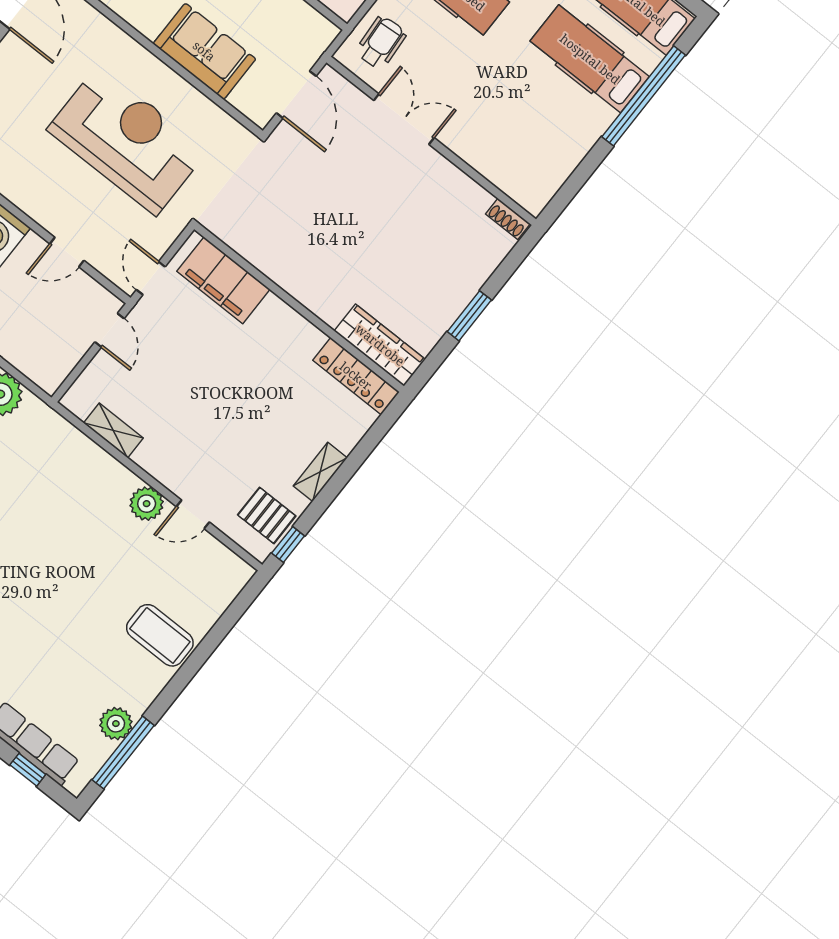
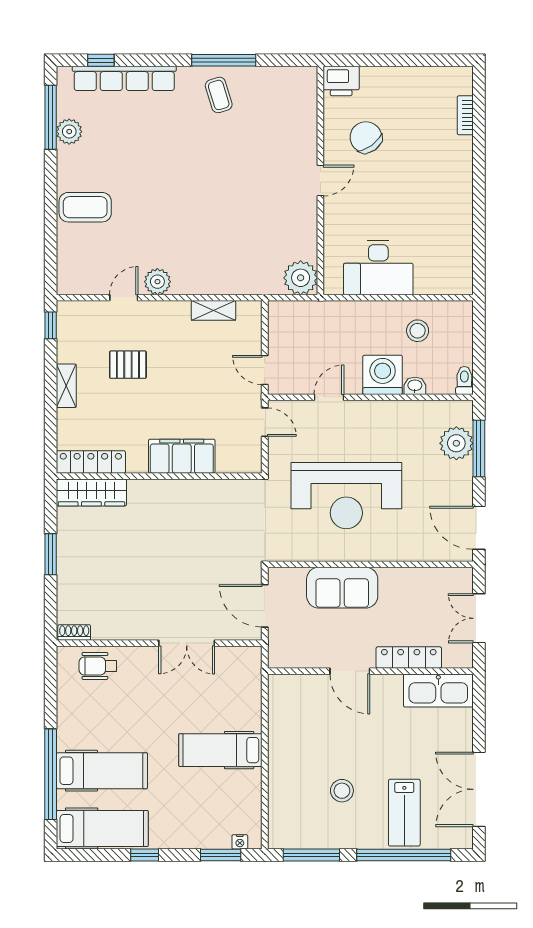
wheelchair: (381, 43) -> (98, 666), moved, turned 94
filing cabinet: (223, 280) -> (182, 456), moved
pallet: (267, 515) -> (128, 365), moved

